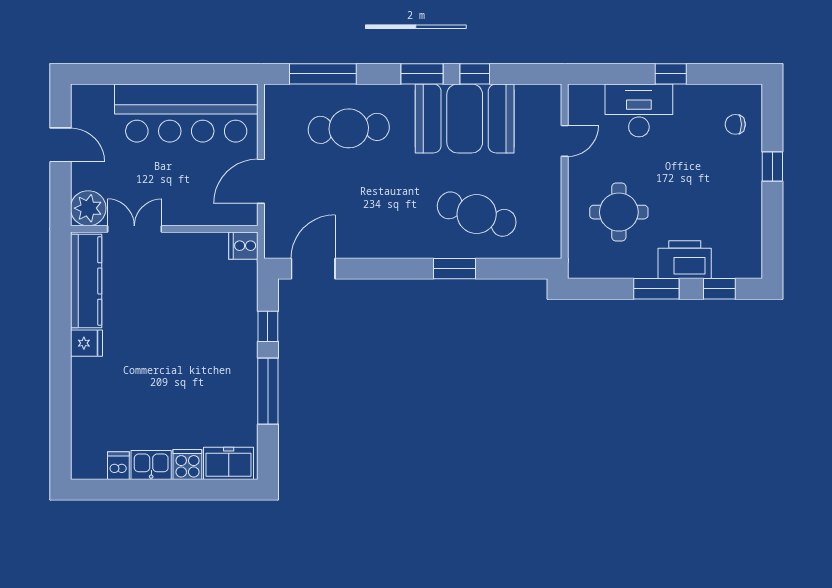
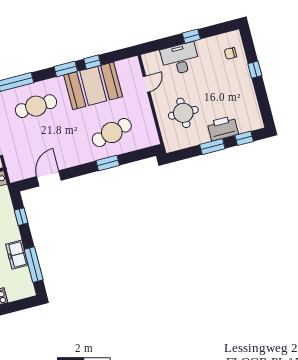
cafe table: (477, 214) -> (112, 133), turned -33
door: (313, 269) -> (49, 178), moved
window: (268, 391) -> (34, 265), moved
freezer: (229, 463) -> (17, 255), moved, turned -90

